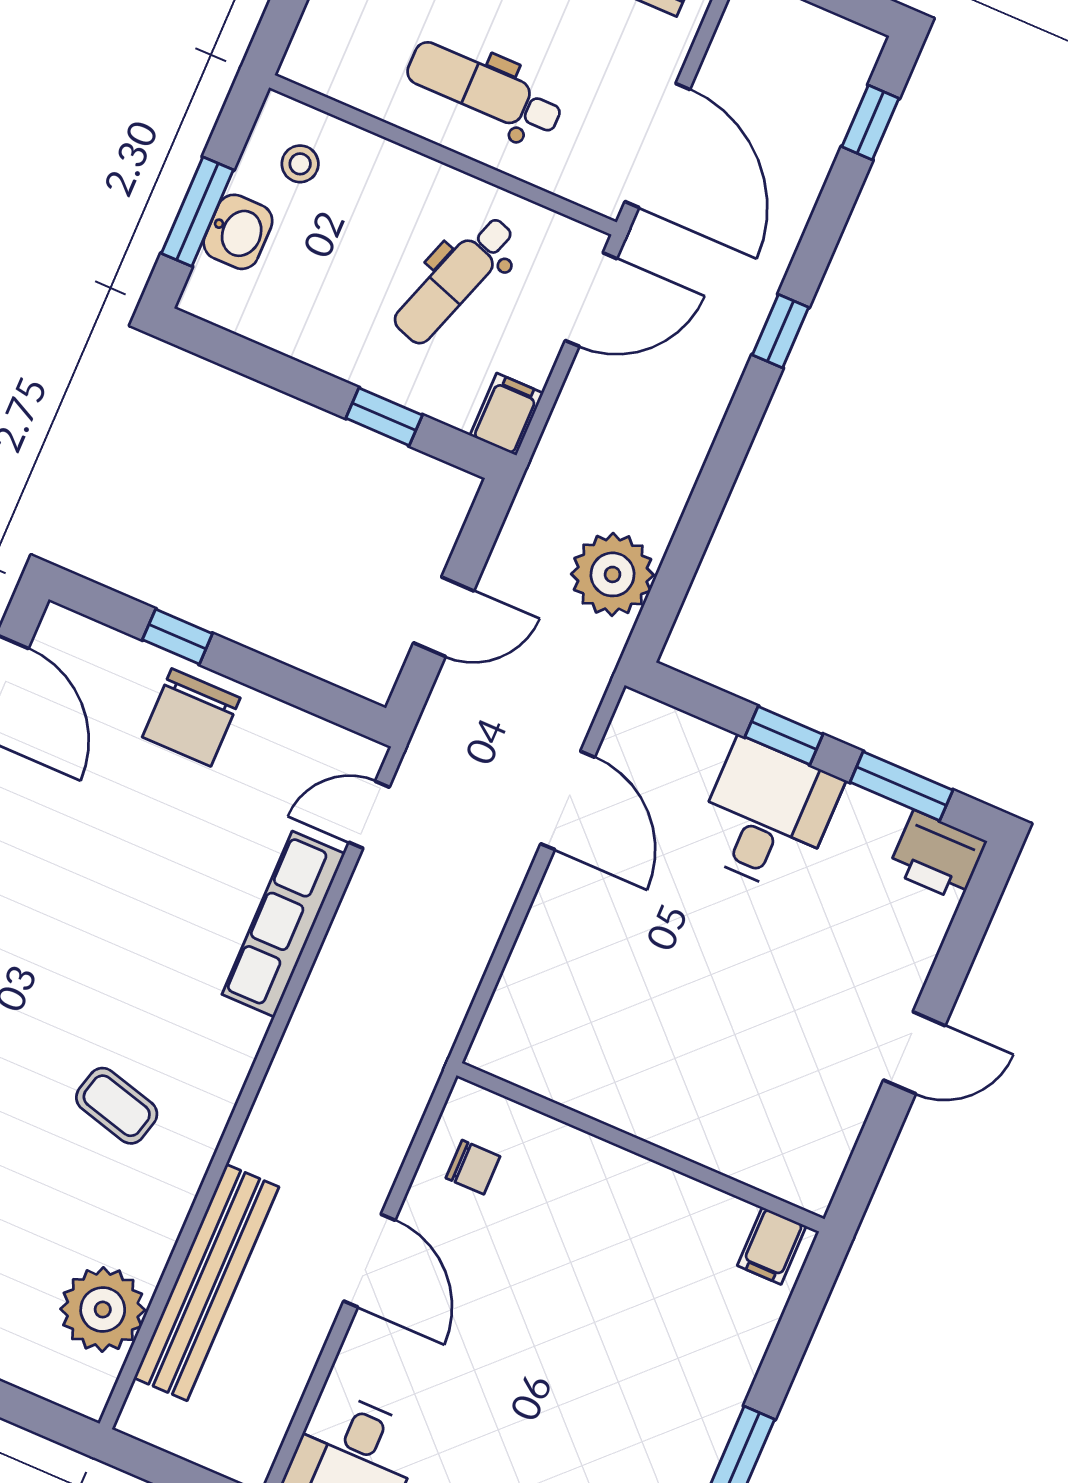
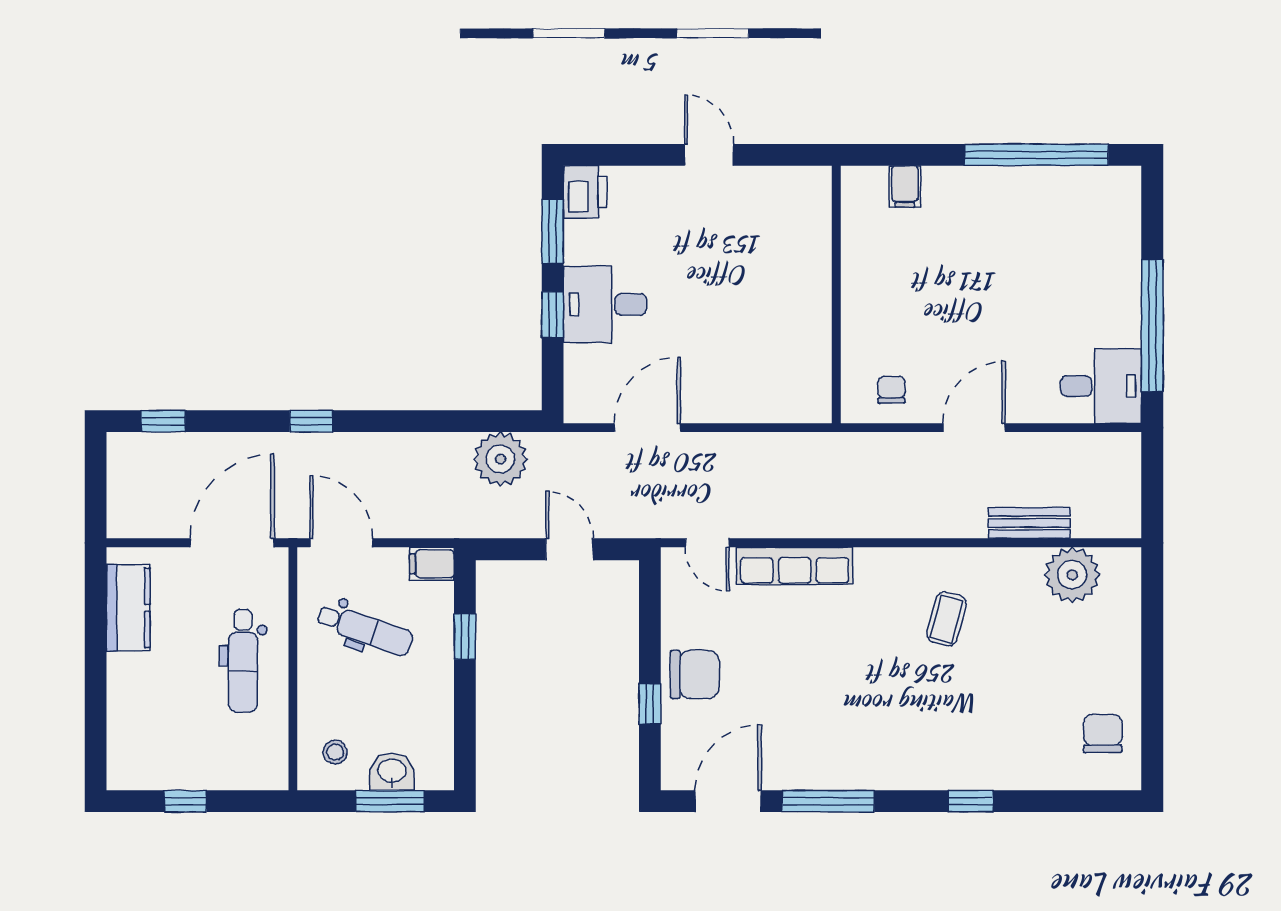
filing cabinet: (772, 1246) -> (905, 186), moved, turned 90
bench: (206, 1282) -> (1029, 523), width x0.54, depth x0.82

